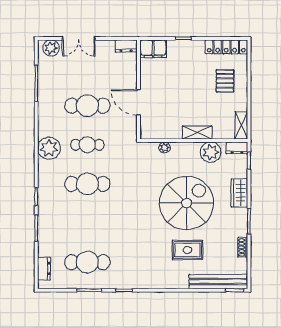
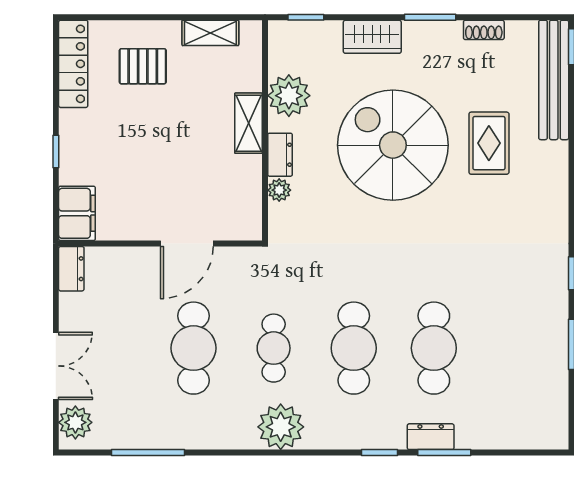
shelving: (241, 125) -> (210, 33), moved
dresser: (237, 148) -> (280, 155), moved
cafe table: (87, 262) -> (434, 348), moved
dresser: (44, 269) -> (431, 437), moved

